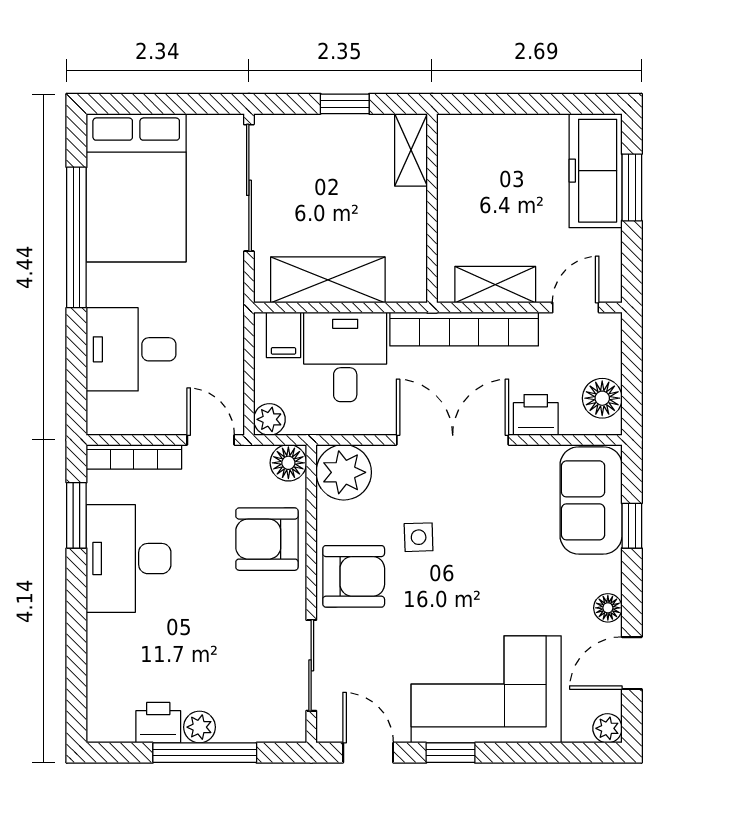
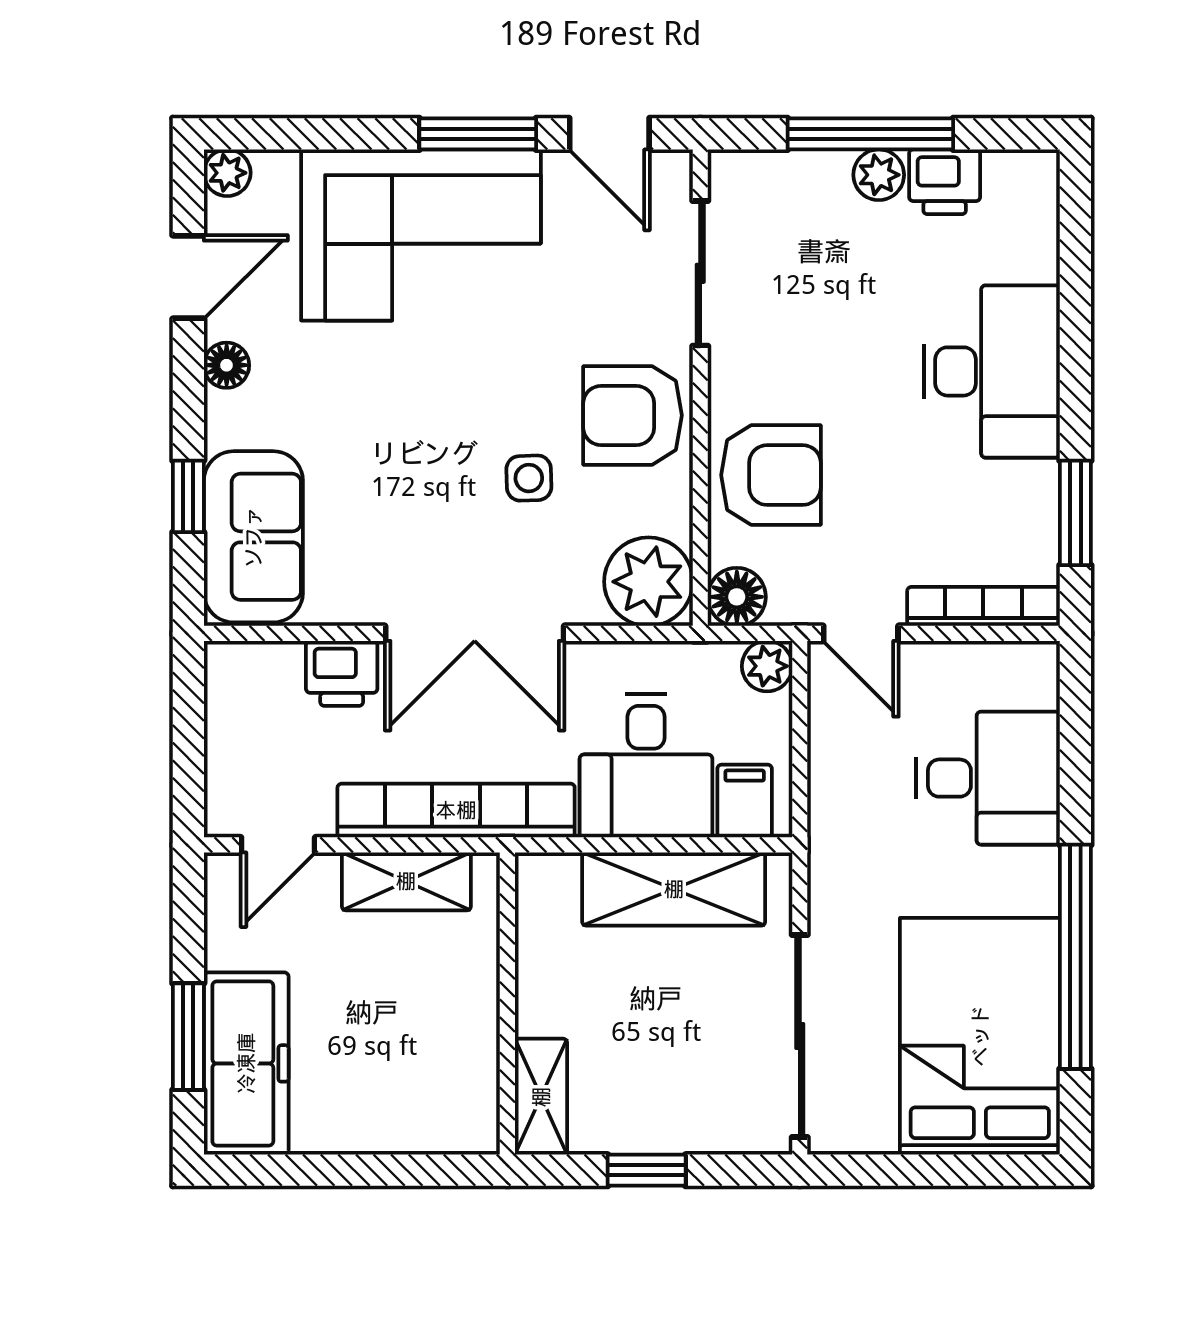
floor lamp: (602, 398) -> (235, 700), removed
desk: (129, 559) -> (992, 371), moved
window: (451, 753) -> (478, 134), width x1.50

